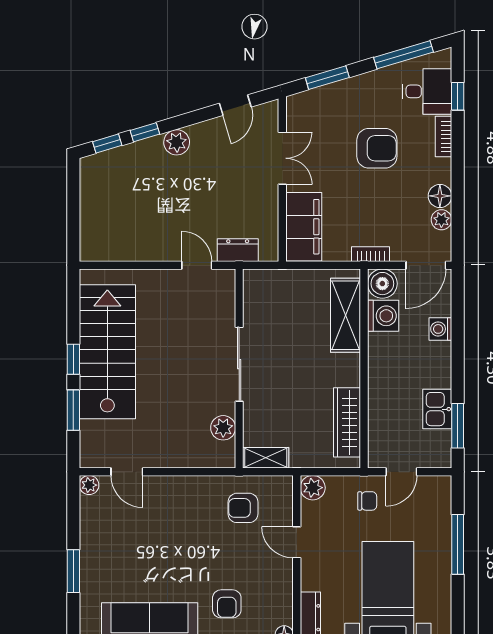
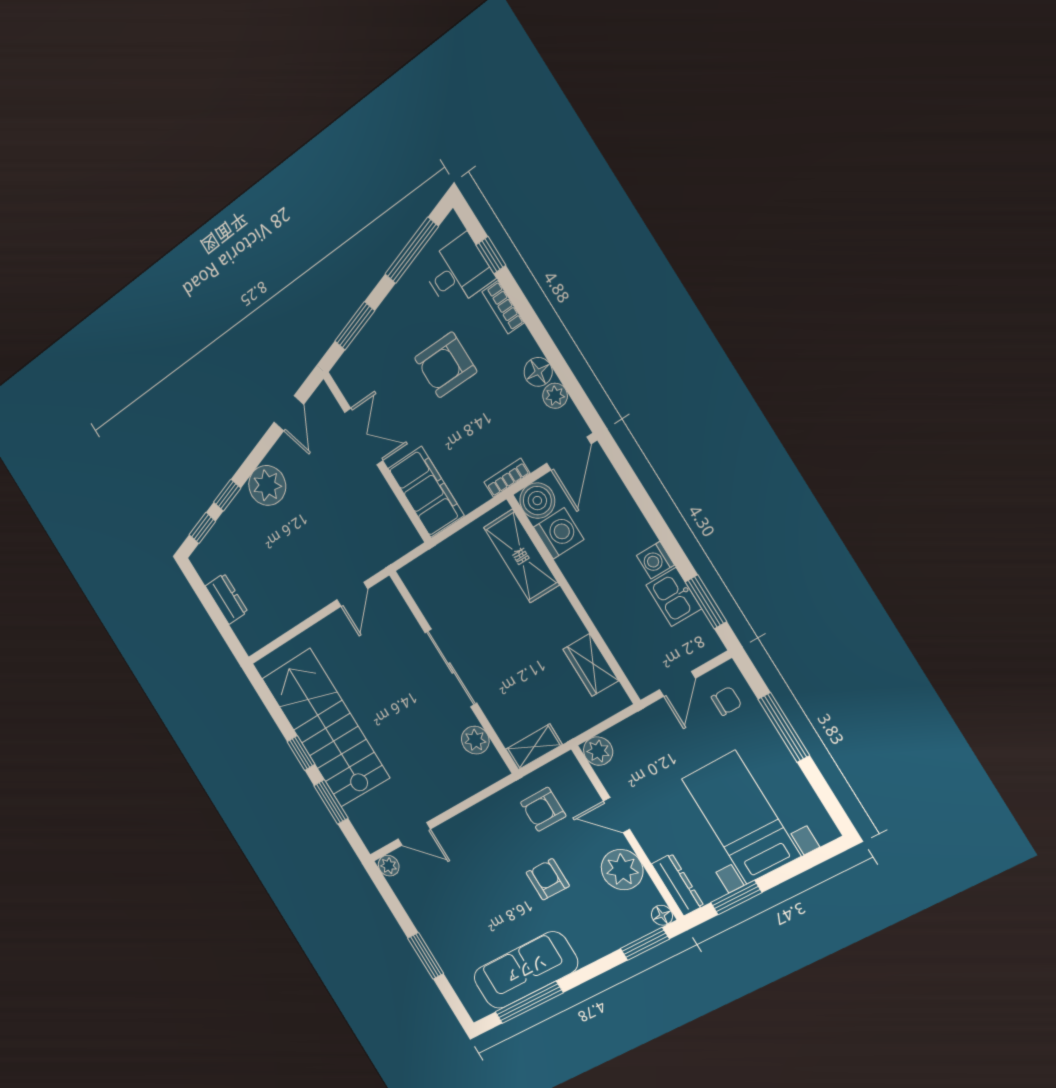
plant: (177, 142) -> (267, 485), width x1.36, depth x1.36
armchair: (377, 148) -> (446, 365), turned 180
dresser: (238, 250) -> (227, 599), moved, turned 90
door: (197, 265) -> (352, 594), swing flipped
washing machine: (440, 329) -> (655, 560), moved
wardrobe: (347, 422) -> (591, 665), width x0.67
chair: (367, 501) -> (726, 701), moved
plant: (275, 585) -> (622, 870), added
armchair: (227, 604) -> (548, 879), moved, turned 180

